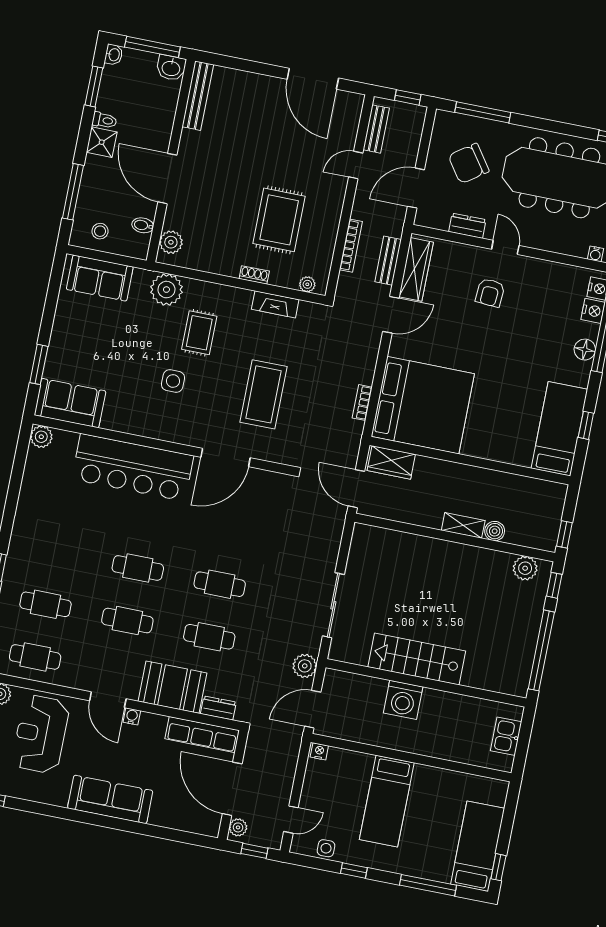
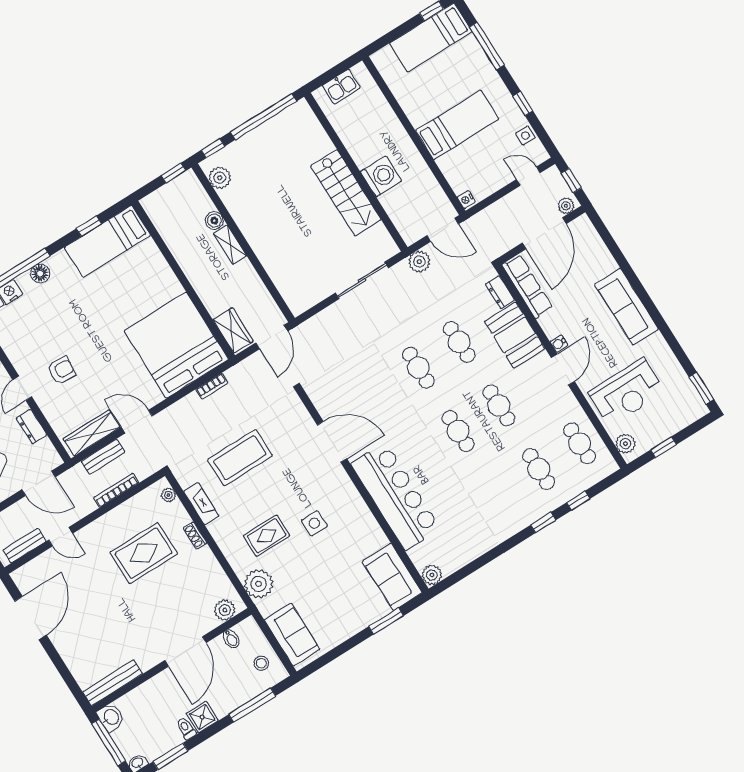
coffee table: (263, 394) -> (240, 458), moved

